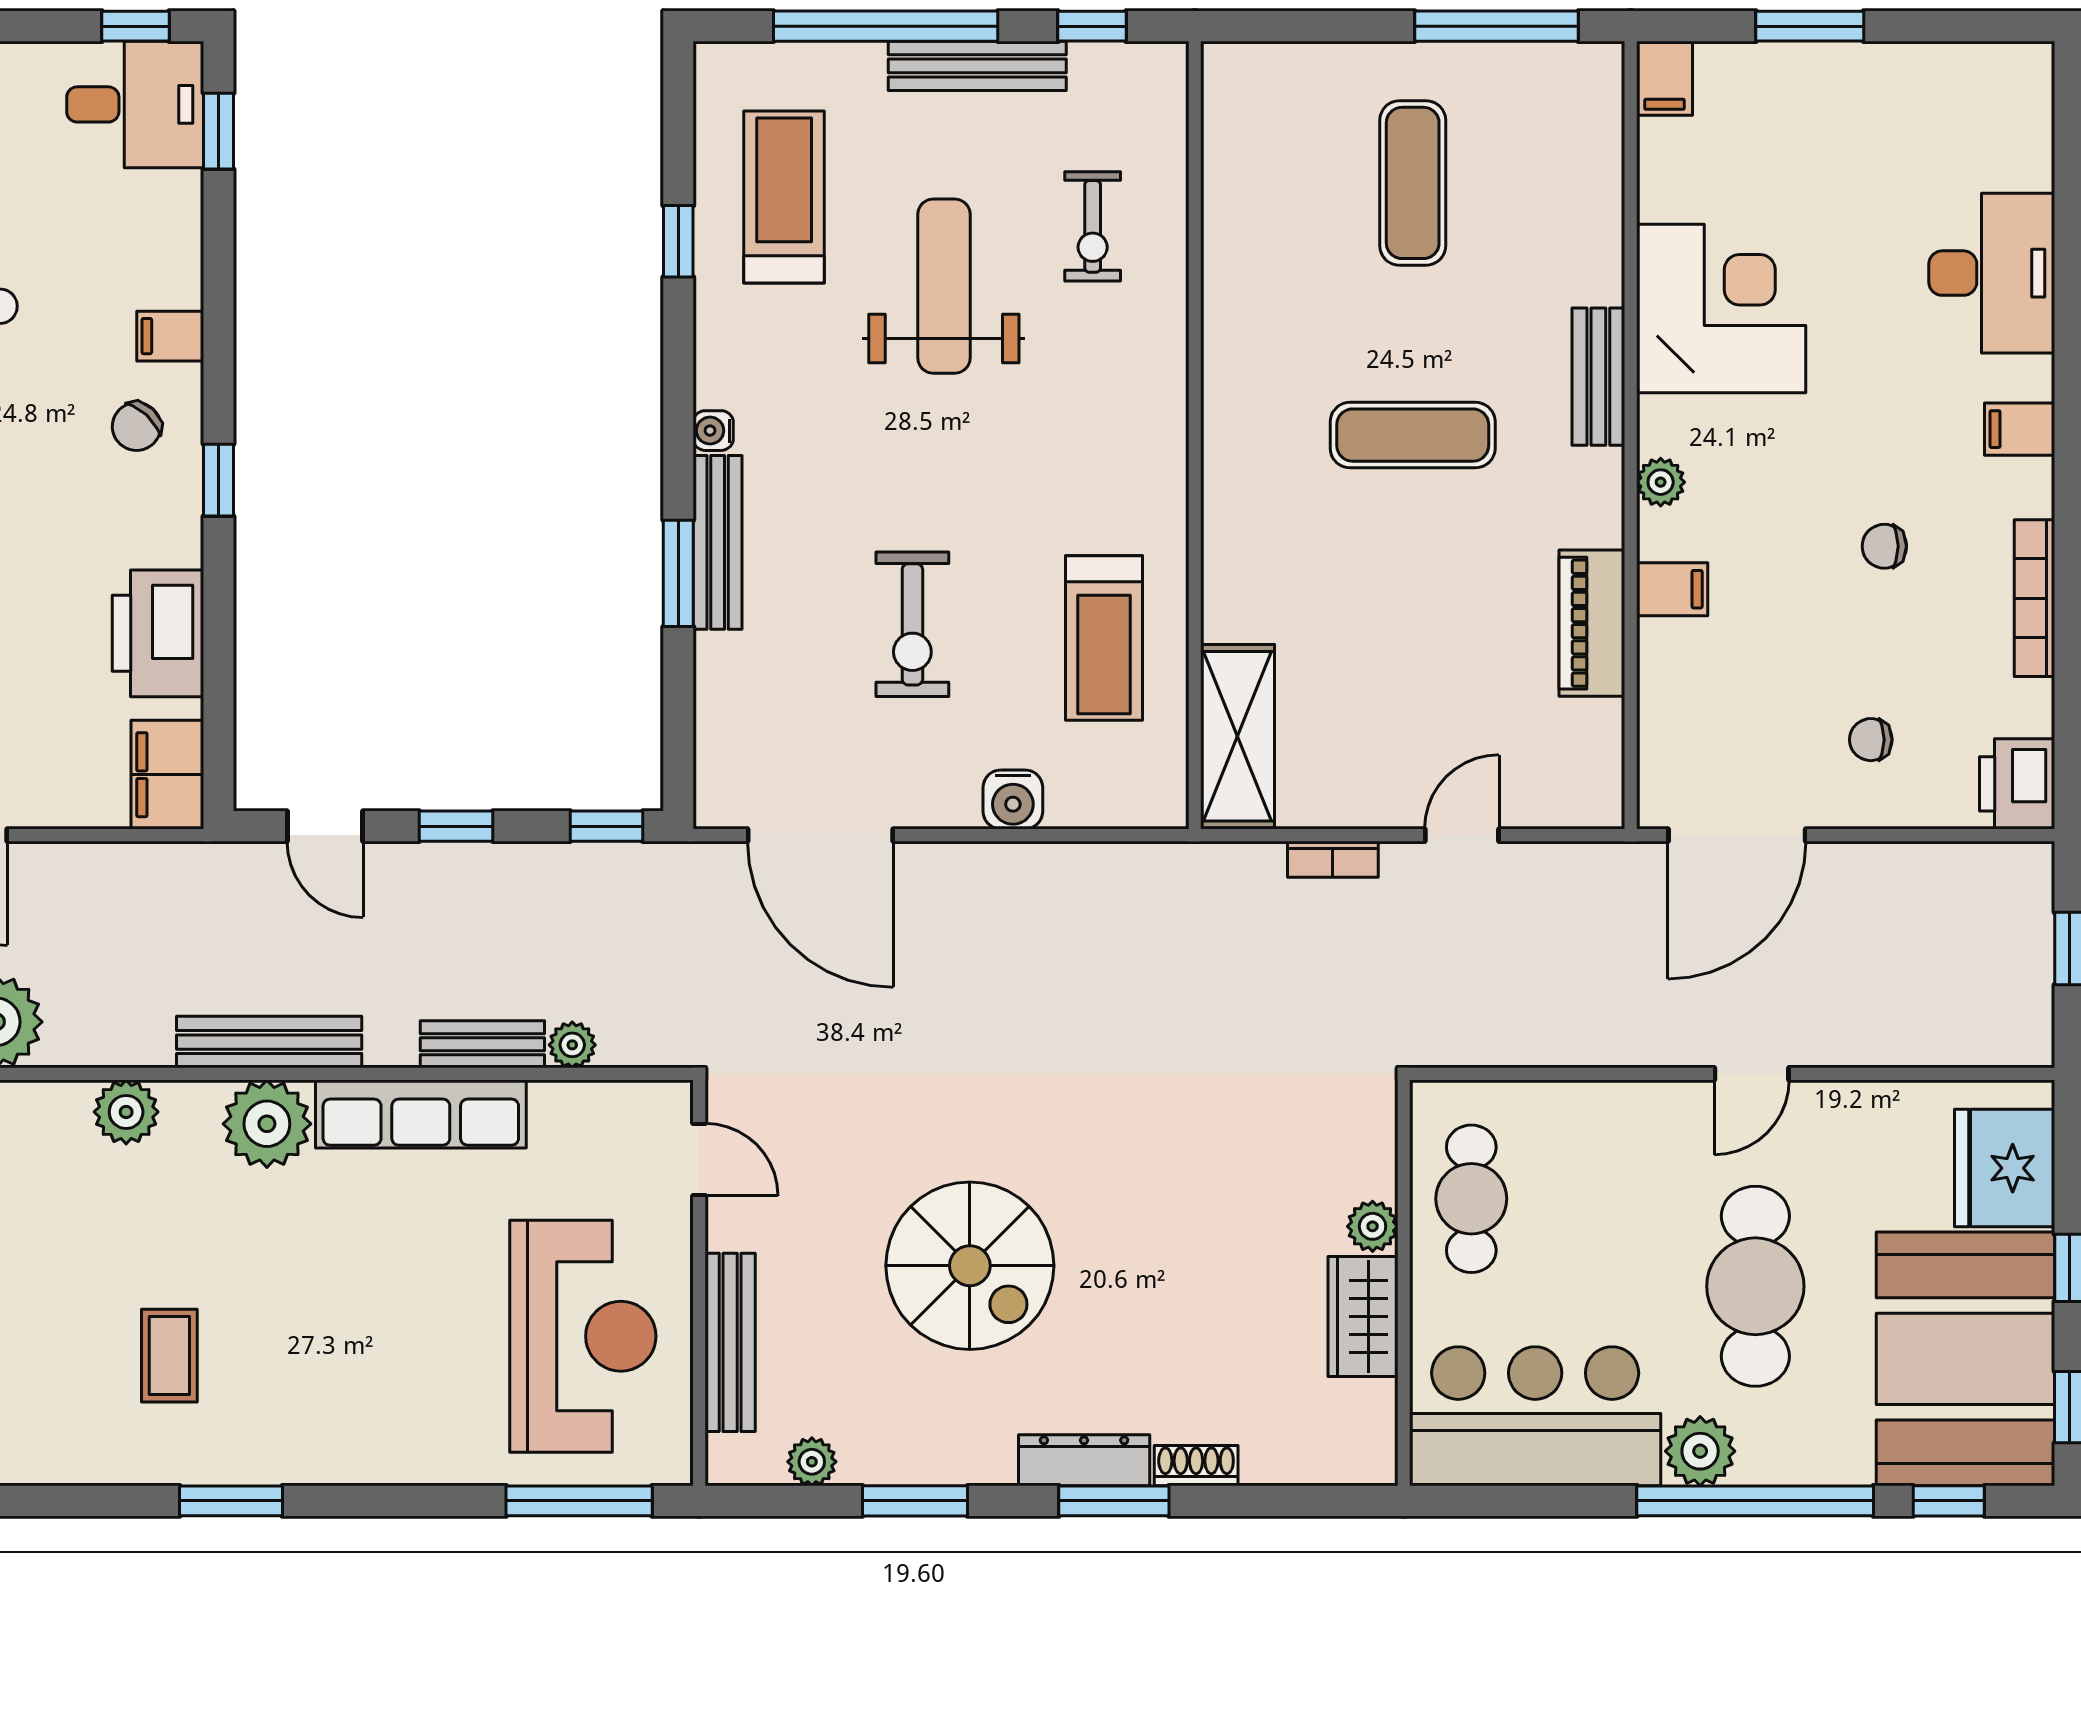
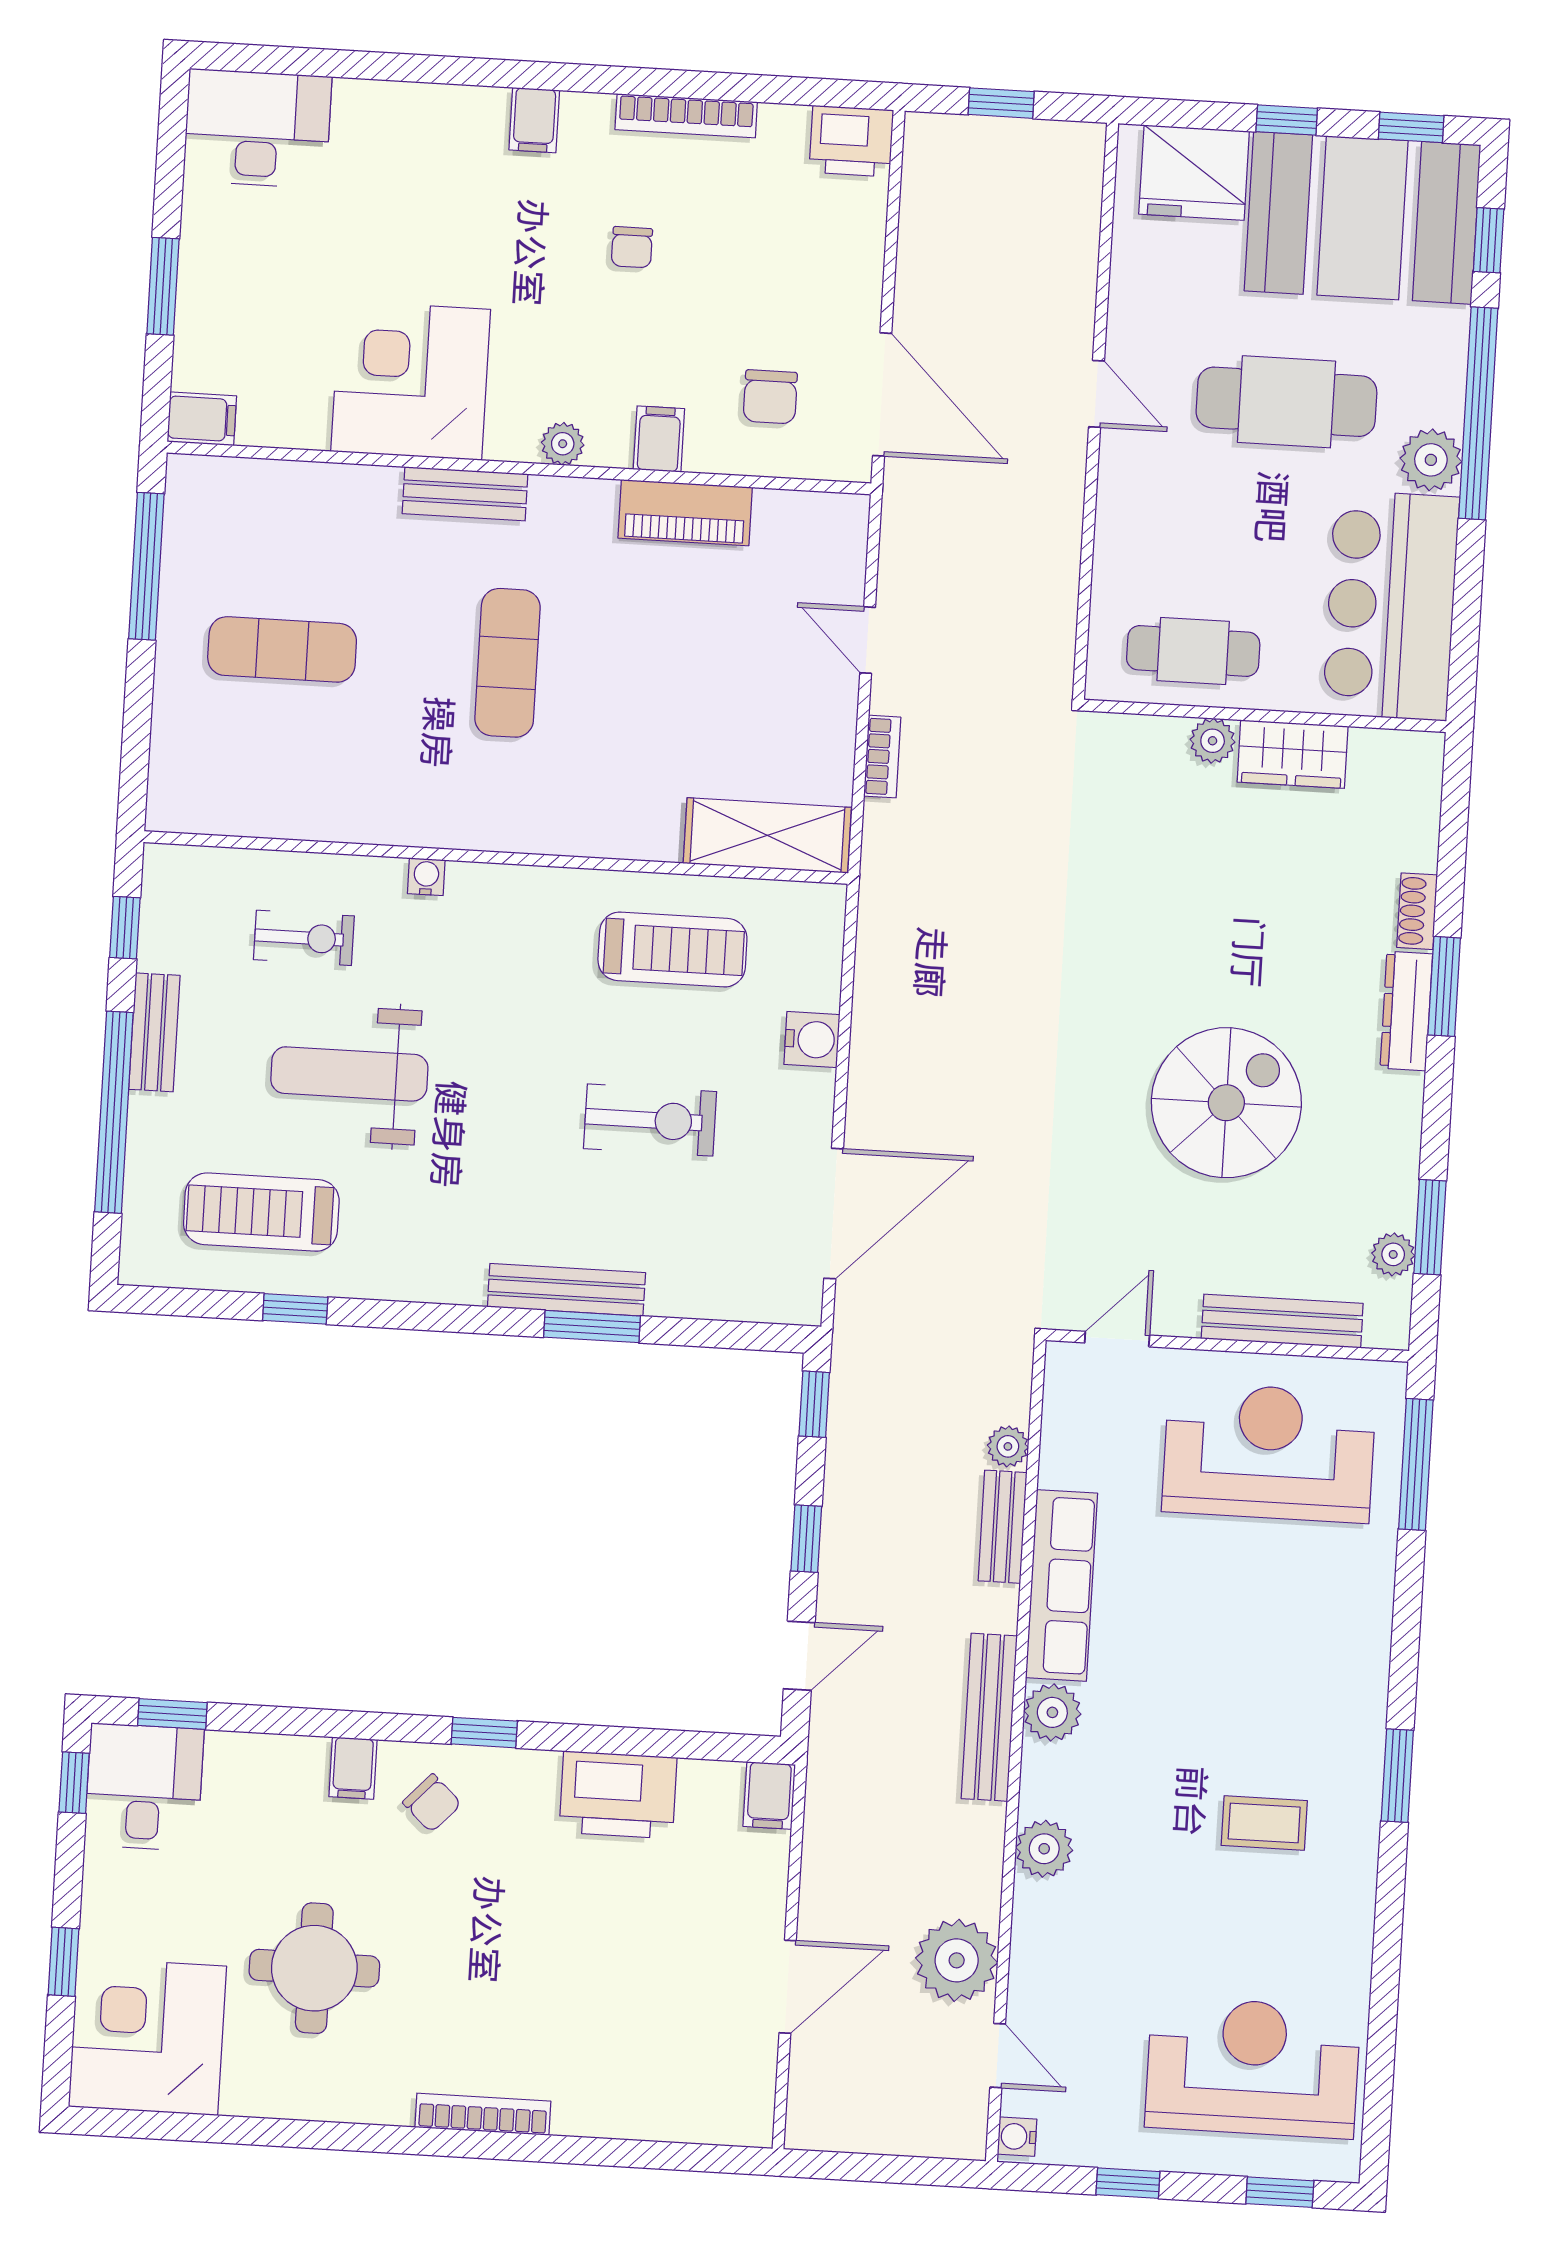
bench: (977, 66) -> (154, 1032), width x0.73
desk: (1992, 273) -> (257, 129), moved
water cooler: (713, 431) -> (426, 877), moved, turned 180
chair: (1871, 740) -> (770, 397), moved, width x1.37, depth x1.37
filing cabinet: (167, 775) -> (769, 1795), width x0.50
plant: (267, 1124) -> (1052, 1712), width x0.73, depth x0.73
window: (915, 1501) -> (1430, 1227), moved

